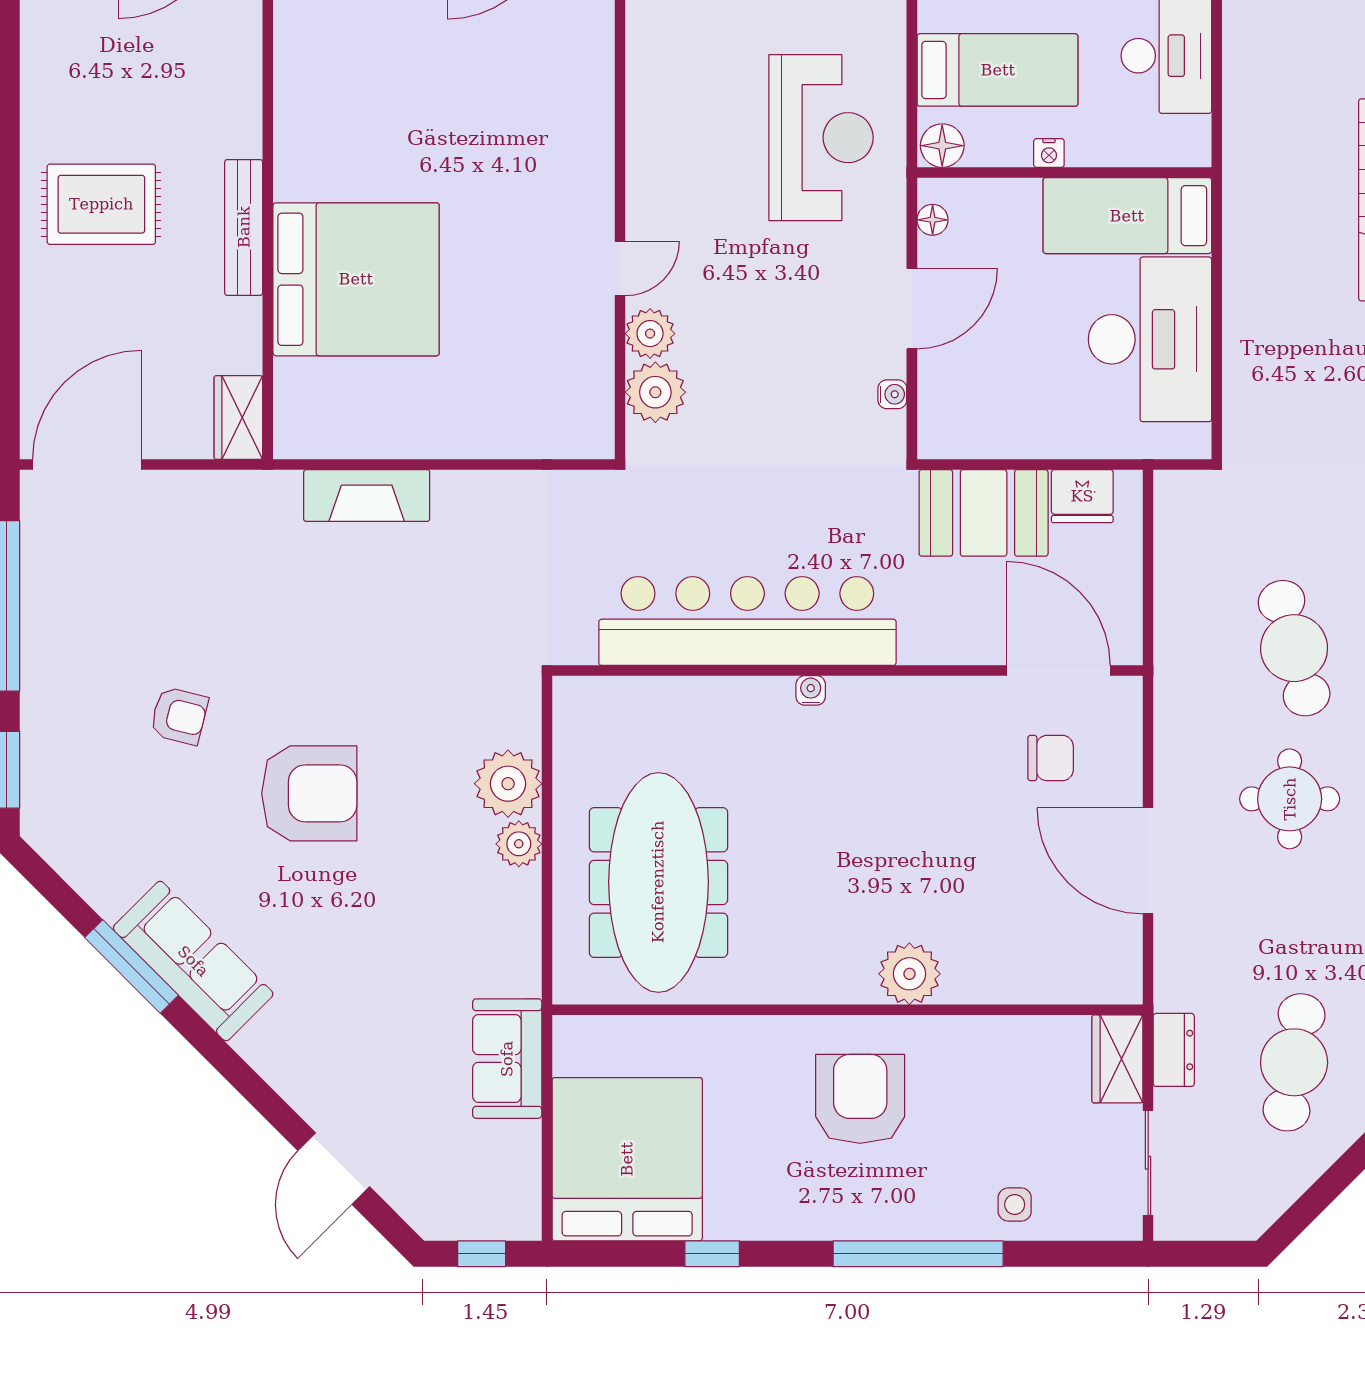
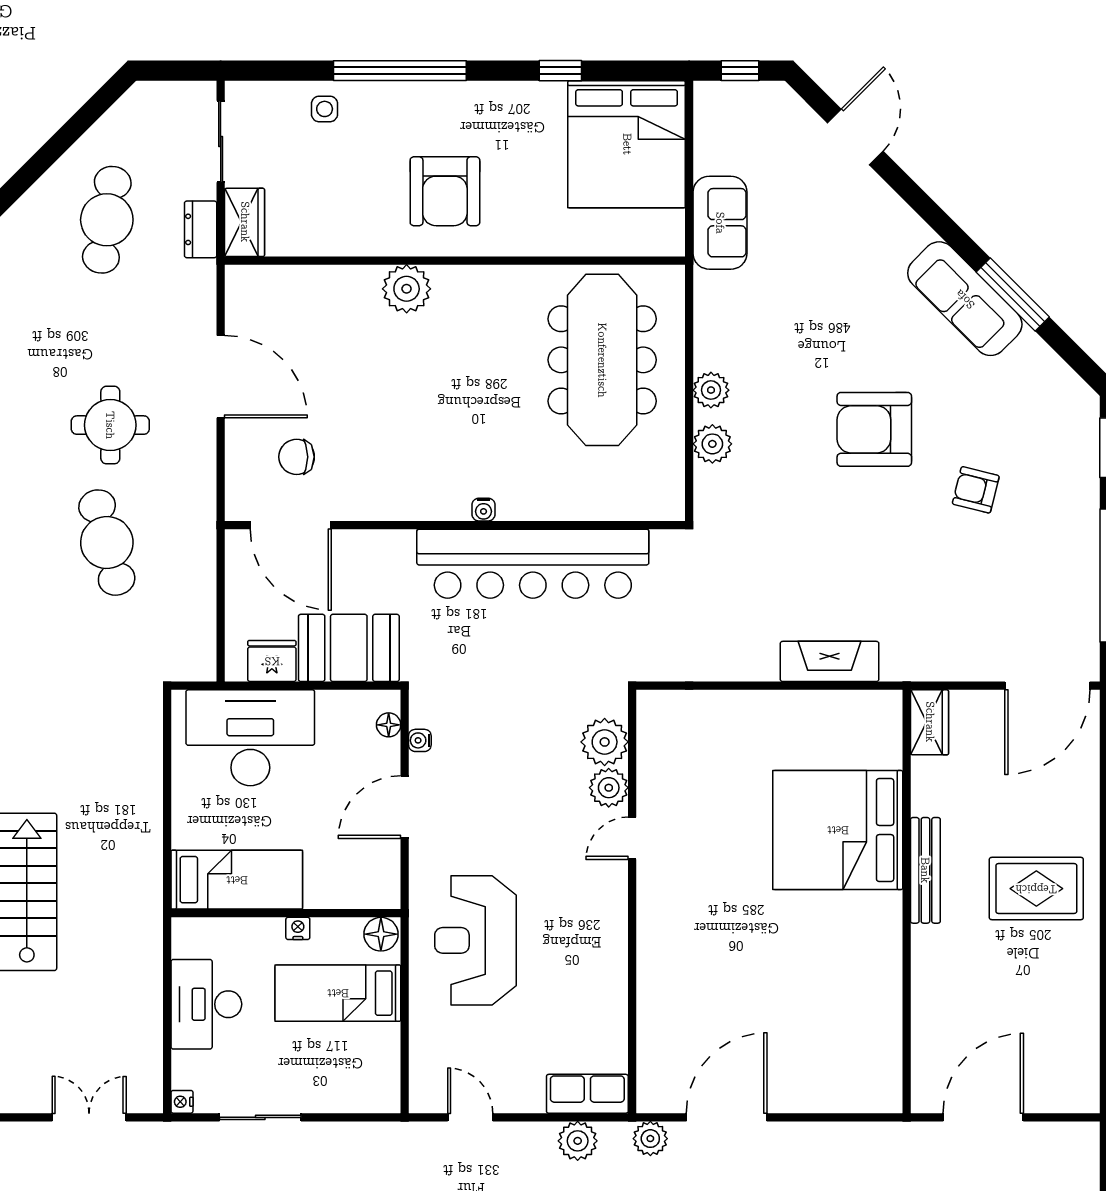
floor lamp: (933, 220) -> (389, 725), moved
desk: (1150, 339) -> (250, 738), moved, turned 90
plant: (508, 784) -> (712, 444), width x0.73, depth x0.73

